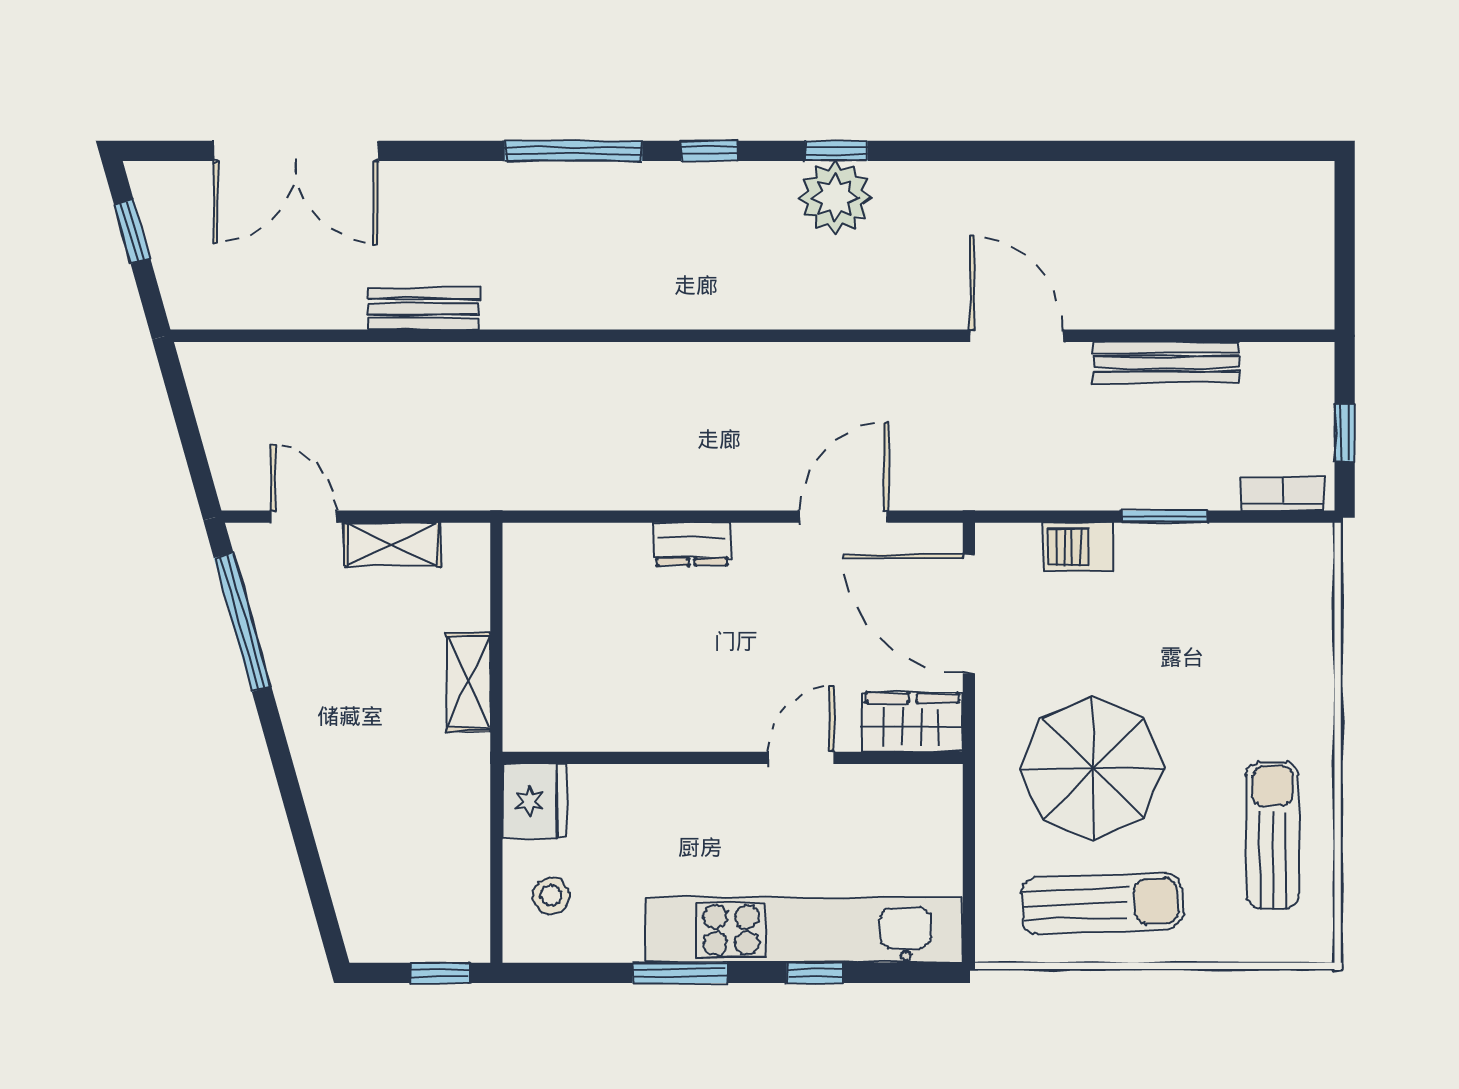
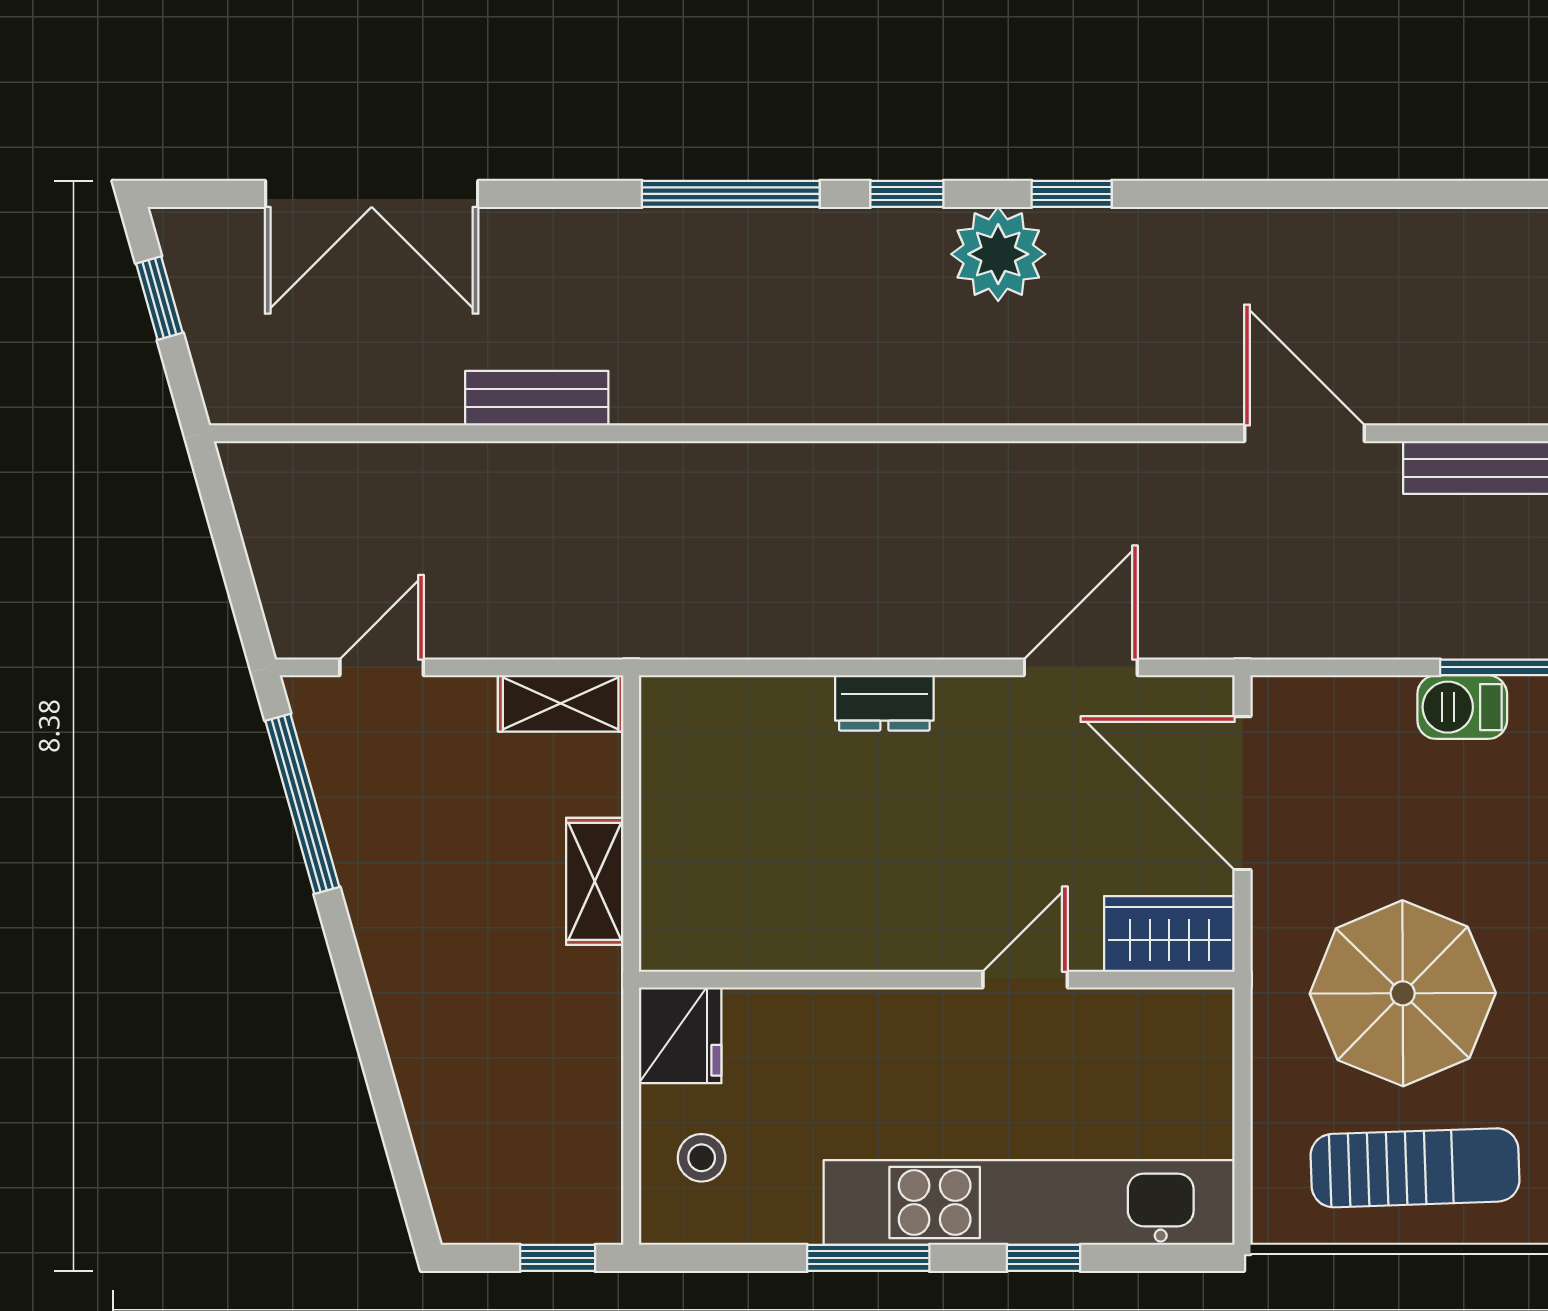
plant: (835, 197) -> (998, 254), moved
door: (304, 517) -> (382, 667), hinge flipped
shelving: (392, 544) -> (561, 703), moved
barbecue: (1078, 547) -> (1462, 707), moved

